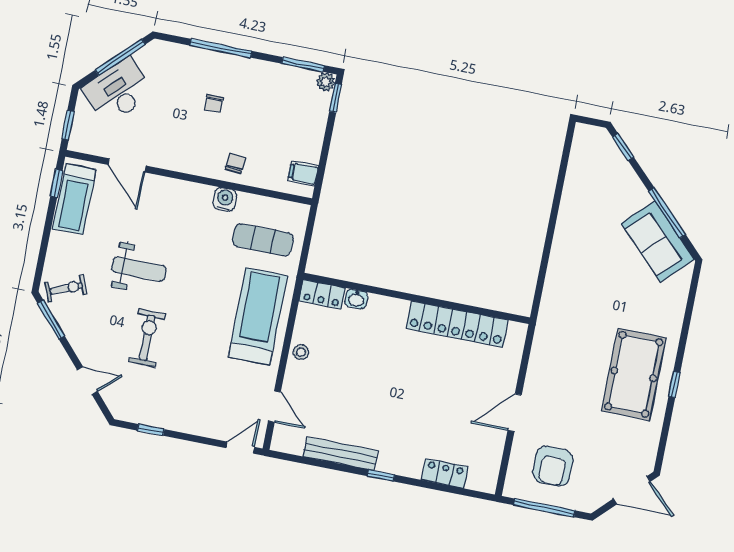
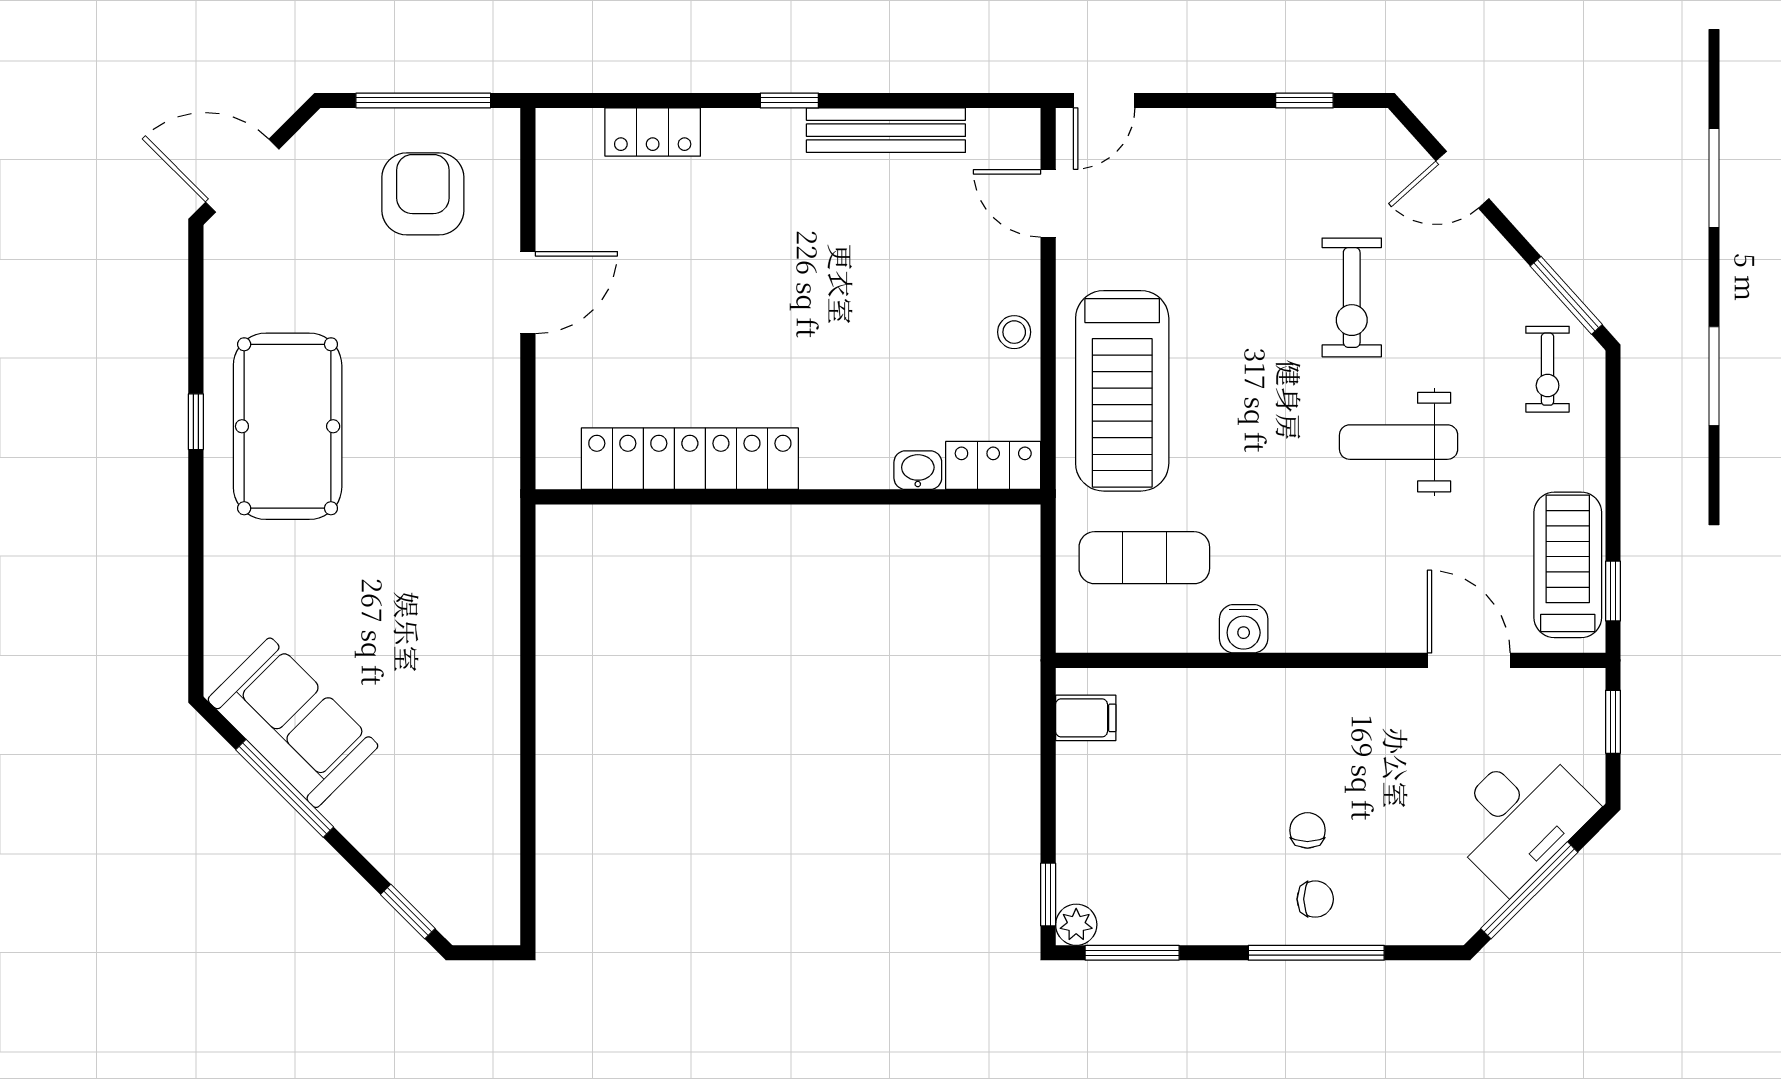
chair: (235, 163) -> (1315, 899), moved, turned -95
exercise bike: (66, 288) -> (1548, 369), turned -67

